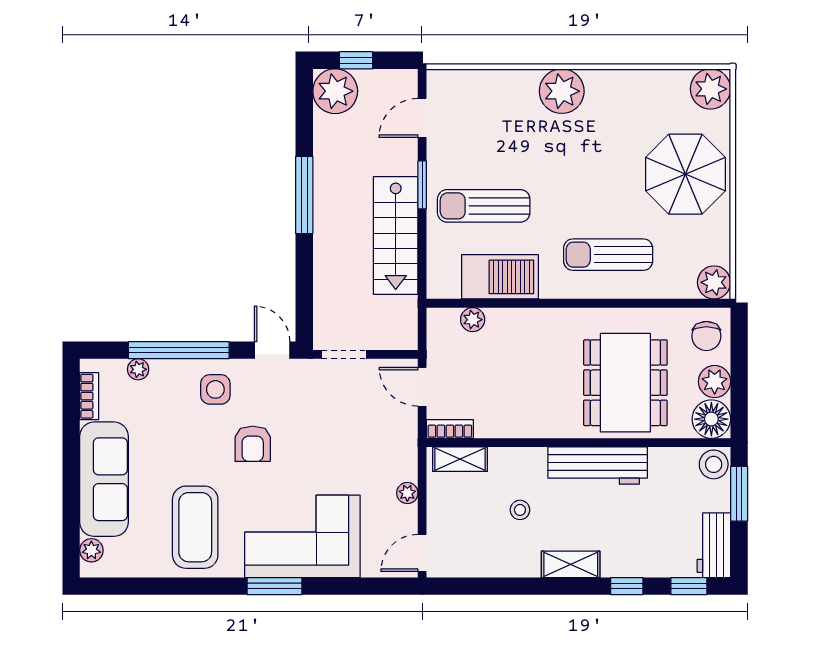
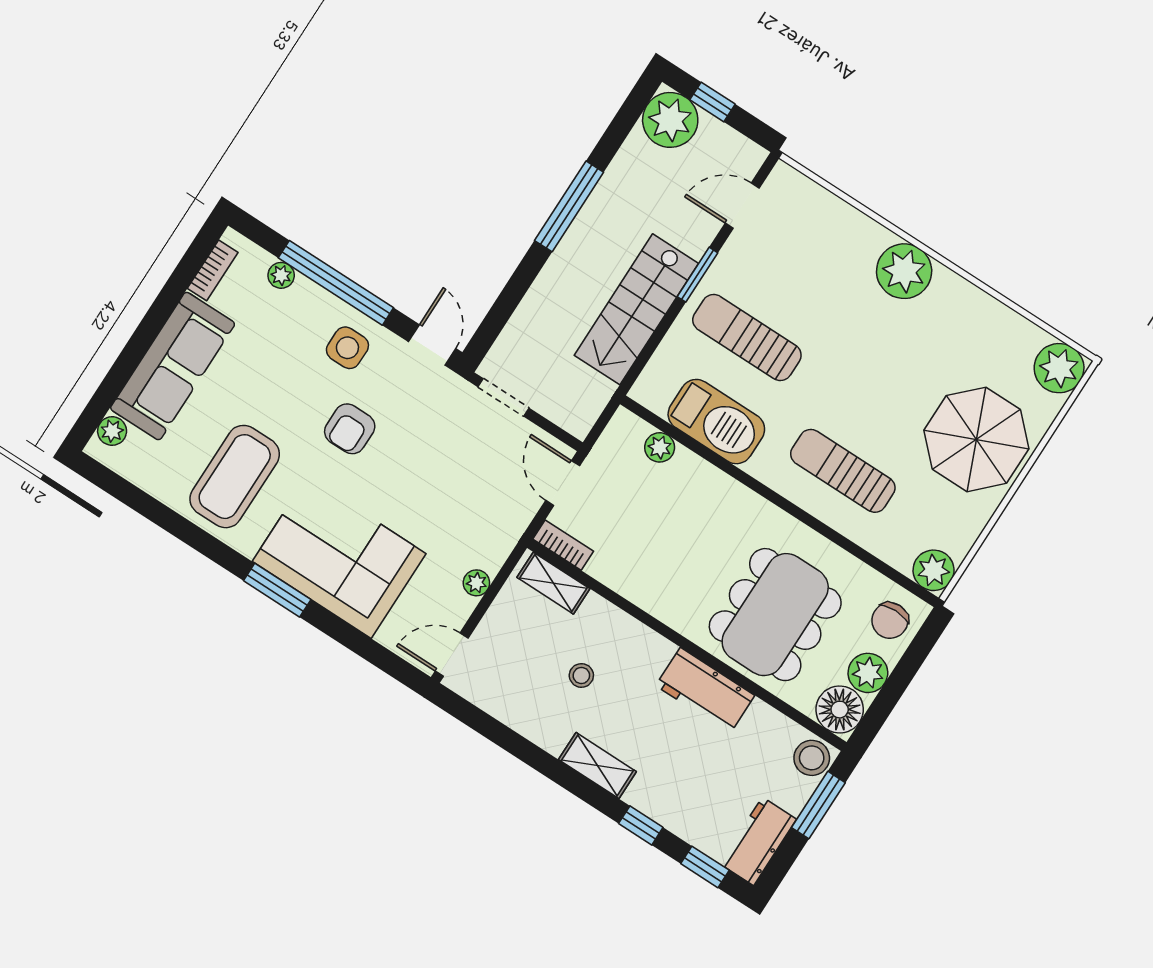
workbench: (598, 465) -> (705, 691), width x0.73

